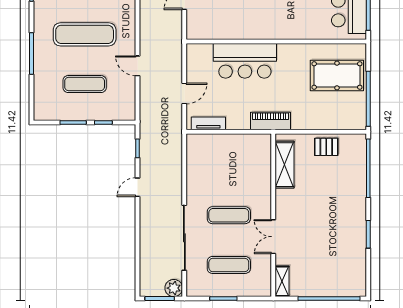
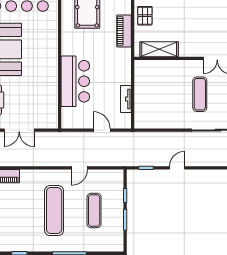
piano: (271, 121) -> (124, 31), moved
tv unit: (208, 123) -> (126, 99), moved
door: (138, 187) -> (177, 168), swing flipped

